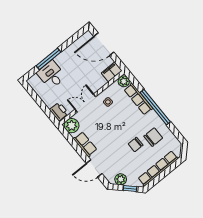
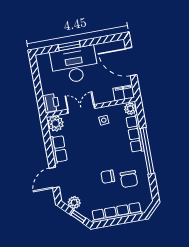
window: (49, 59) -> (69, 46), width x0.69
desk: (51, 75) -> (74, 65), width x1.87, depth x1.30
chair: (153, 137) -> (129, 179), turned 90
door: (94, 169) -> (54, 178), hinge flipped

